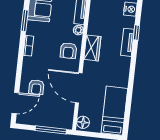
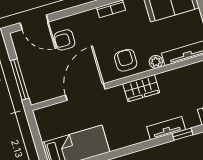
armchair: (68, 51) -> (126, 60), turned 90
floor lamp: (83, 122) -> (45, 115), removed

